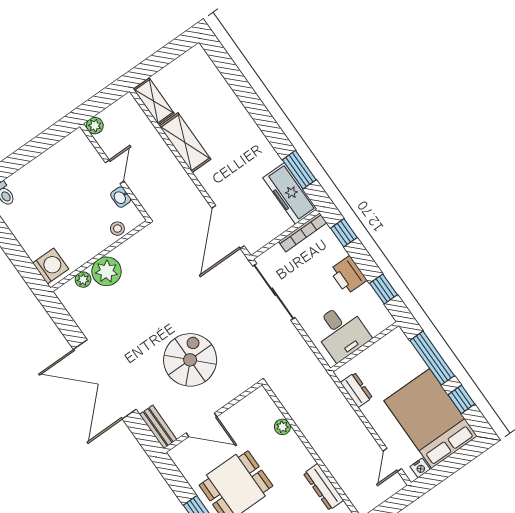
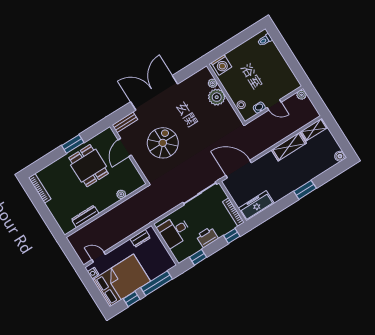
boiler: (197, 54) -> (340, 156), added
window: (299, 170) -> (305, 190), moved
spiral stairs: (190, 360) -> (163, 143), turned -90

